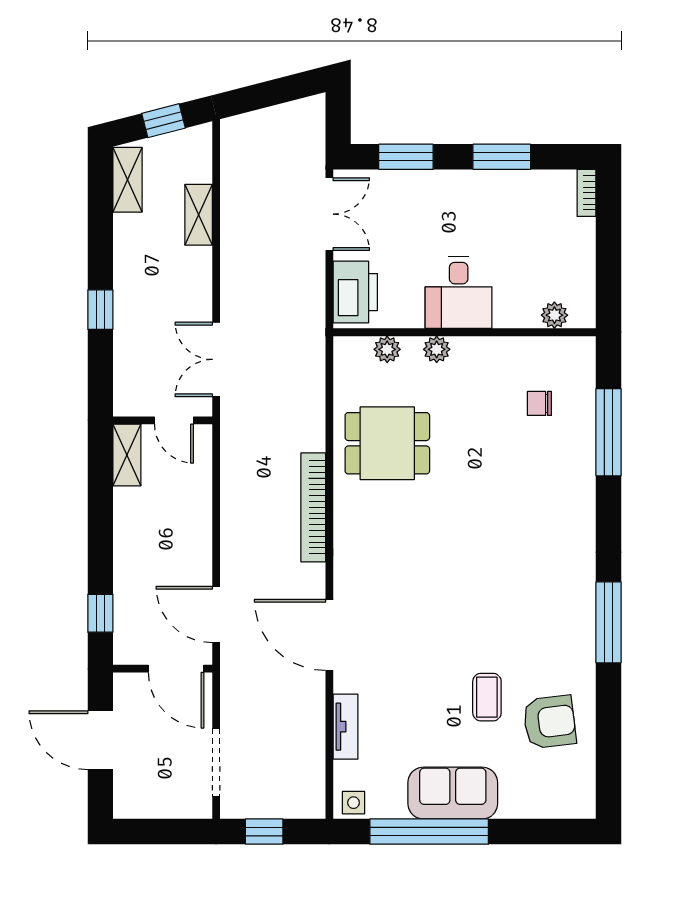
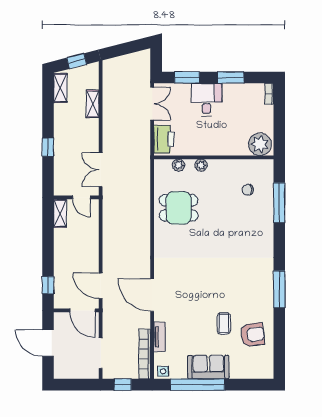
desk: (459, 293) -> (206, 100), moved, turned 180
plant: (554, 315) -> (260, 144), width x1.87, depth x1.87
bookcase: (313, 507) -> (145, 354), moved

